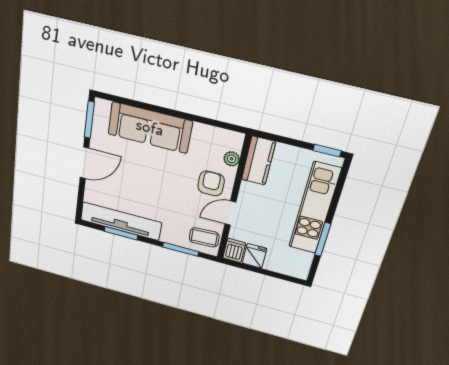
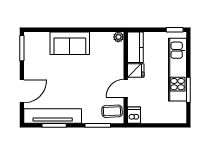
sofa: (150, 128) -> (70, 43), width x0.73
plant: (232, 159) -> (118, 37), moved
door: (84, 163) -> (22, 91), moved
armchair: (211, 183) -> (109, 71), removed
fridge: (255, 256) -> (136, 70), moved, turned 90

